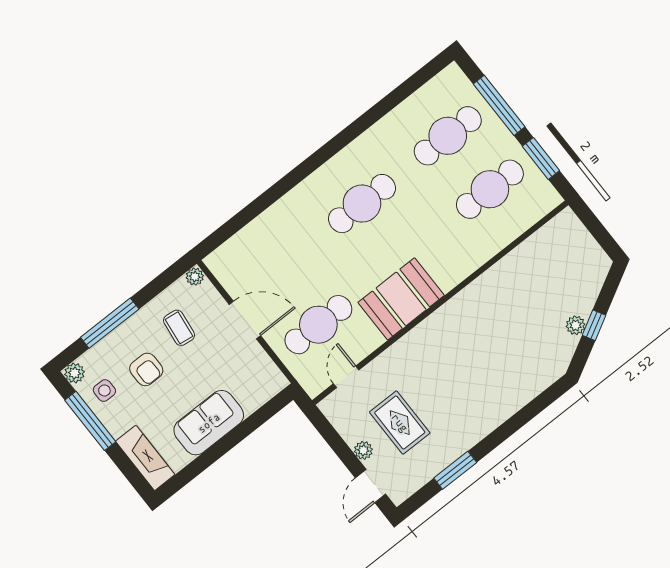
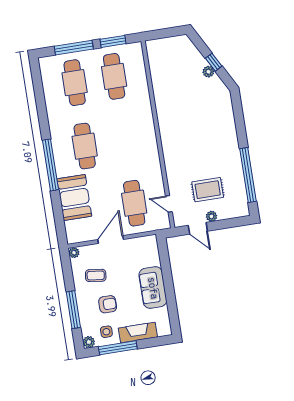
window: (305, 169) -> (50, 165), added
booth: (401, 299) -> (74, 198), moved
fireplace: (145, 458) -> (138, 333), moved
window: (455, 470) -> (248, 175), width x2.11
door: (371, 486) -> (198, 228), moved

